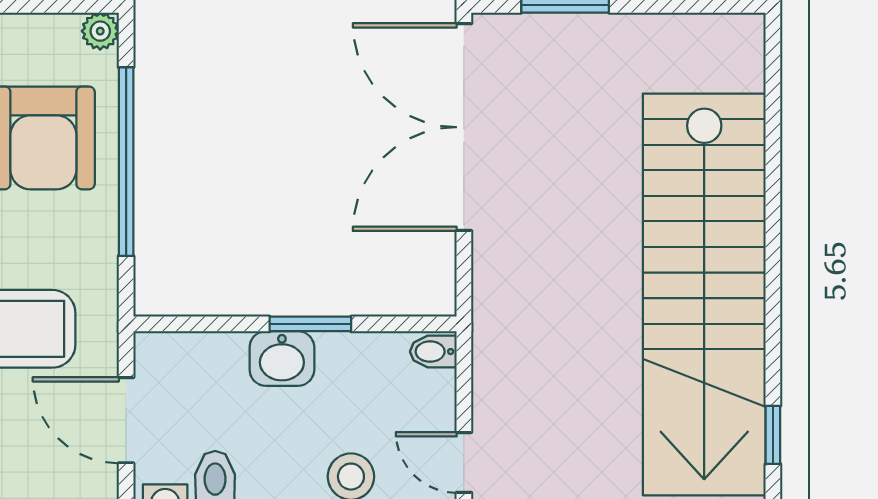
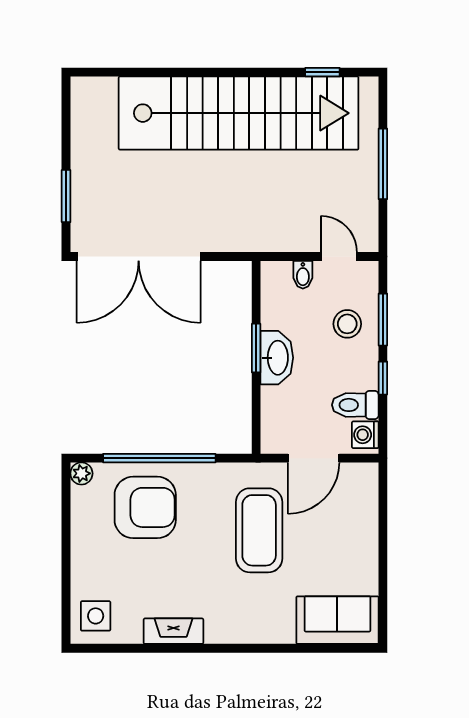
bidet: (433, 352) -> (303, 275), moved
washbasin: (282, 359) -> (277, 358), width x1.38
door: (464, 462) -> (339, 256), swing flipped

